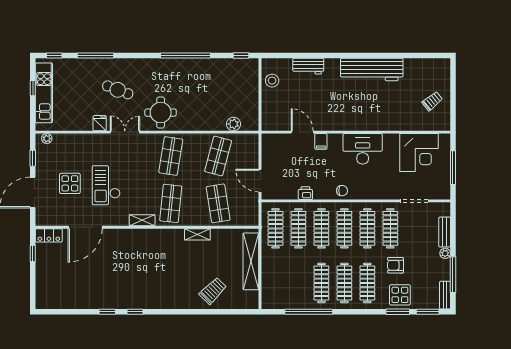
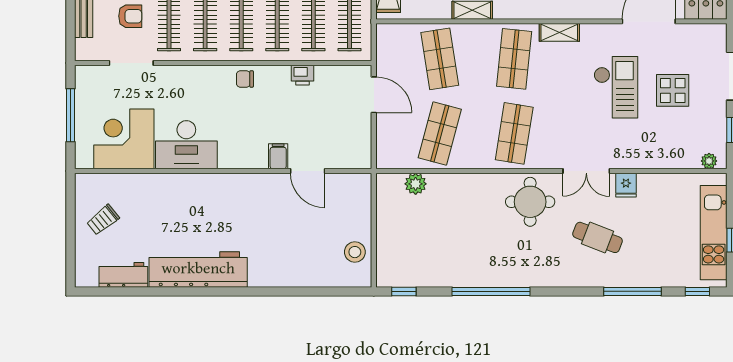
workbench: (308, 66) -> (123, 275), moved
desk: (363, 149) -> (186, 145), moved
armchair: (415, 231) -> (130, 16), added

